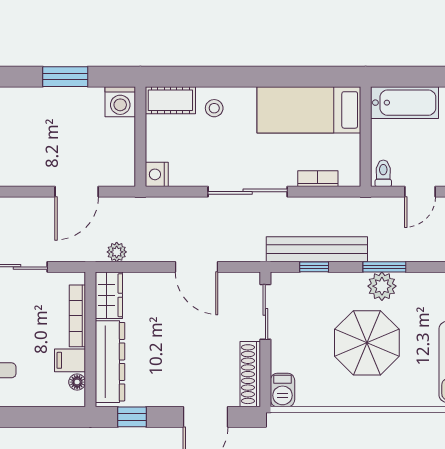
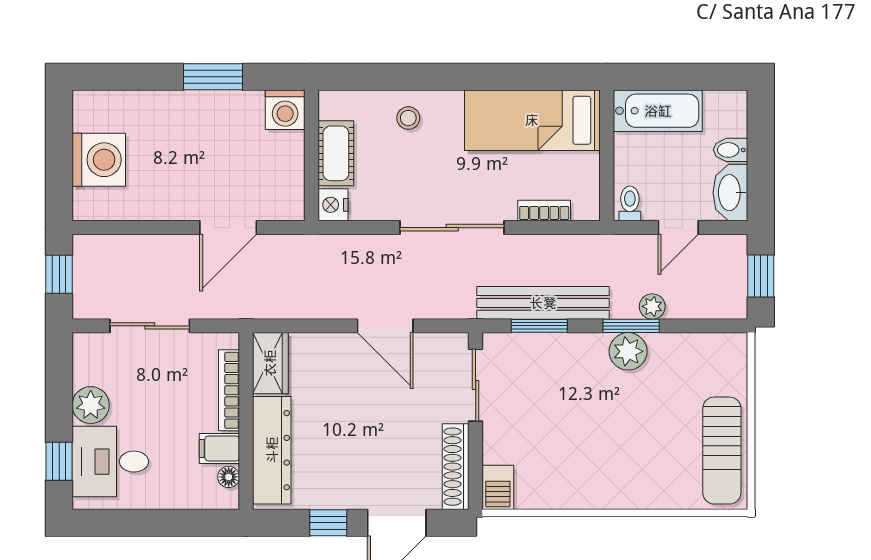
cot: (170, 100) -> (336, 153), moved, turned 90
plant: (117, 252) -> (652, 306), moved
window: (314, 267) -> (539, 326), width x1.50
parasol: (367, 343) -> (608, 426), removed
window: (132, 417) -> (328, 523), moved

